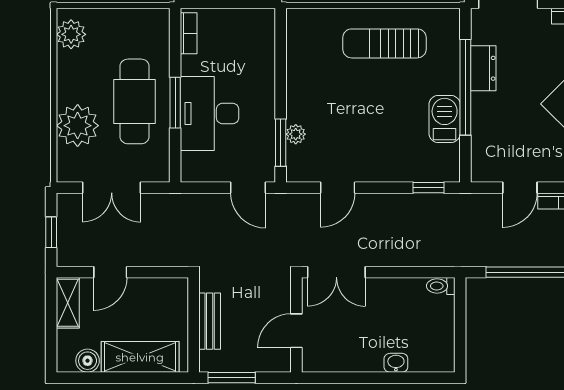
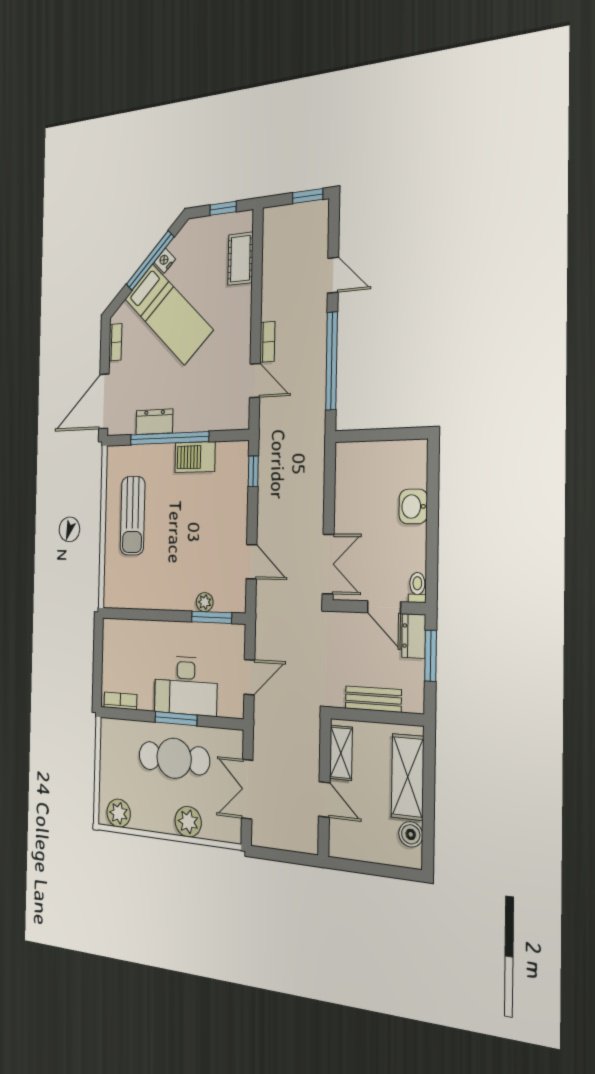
plant: (78, 126) -> (188, 822), width x0.73, depth x0.73
double door: (112, 188) -> (247, 789), swing flipped
door: (248, 188) -> (249, 677), moved
window: (51, 232) -> (286, 856), removed
toilet: (441, 286) -> (417, 588), moved, turned 180
shelving: (68, 303) -> (341, 753), moved, turned 90
dresser: (271, 361) -> (414, 636), added
washbasin: (396, 363) -> (413, 507), width x1.38, depth x1.45
window: (232, 378) -> (431, 656), moved

